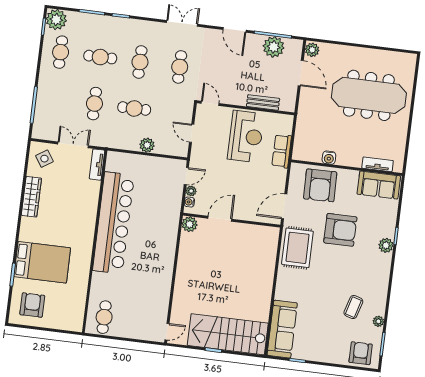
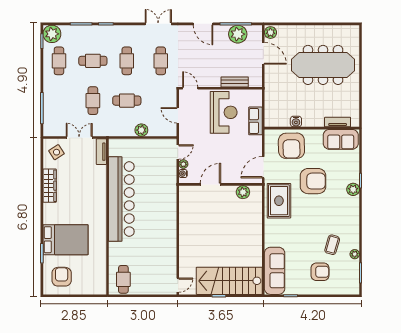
plant: (190, 224) -> (243, 192), moved
armchair: (361, 353) -> (320, 272), moved, turned 90

